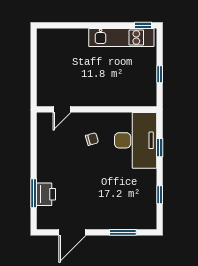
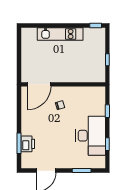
kitchen unit: (121, 38) -> (60, 34), moved
door: (62, 109) -> (39, 84), width x1.88
desk: (136, 140) -> (91, 136), moved

